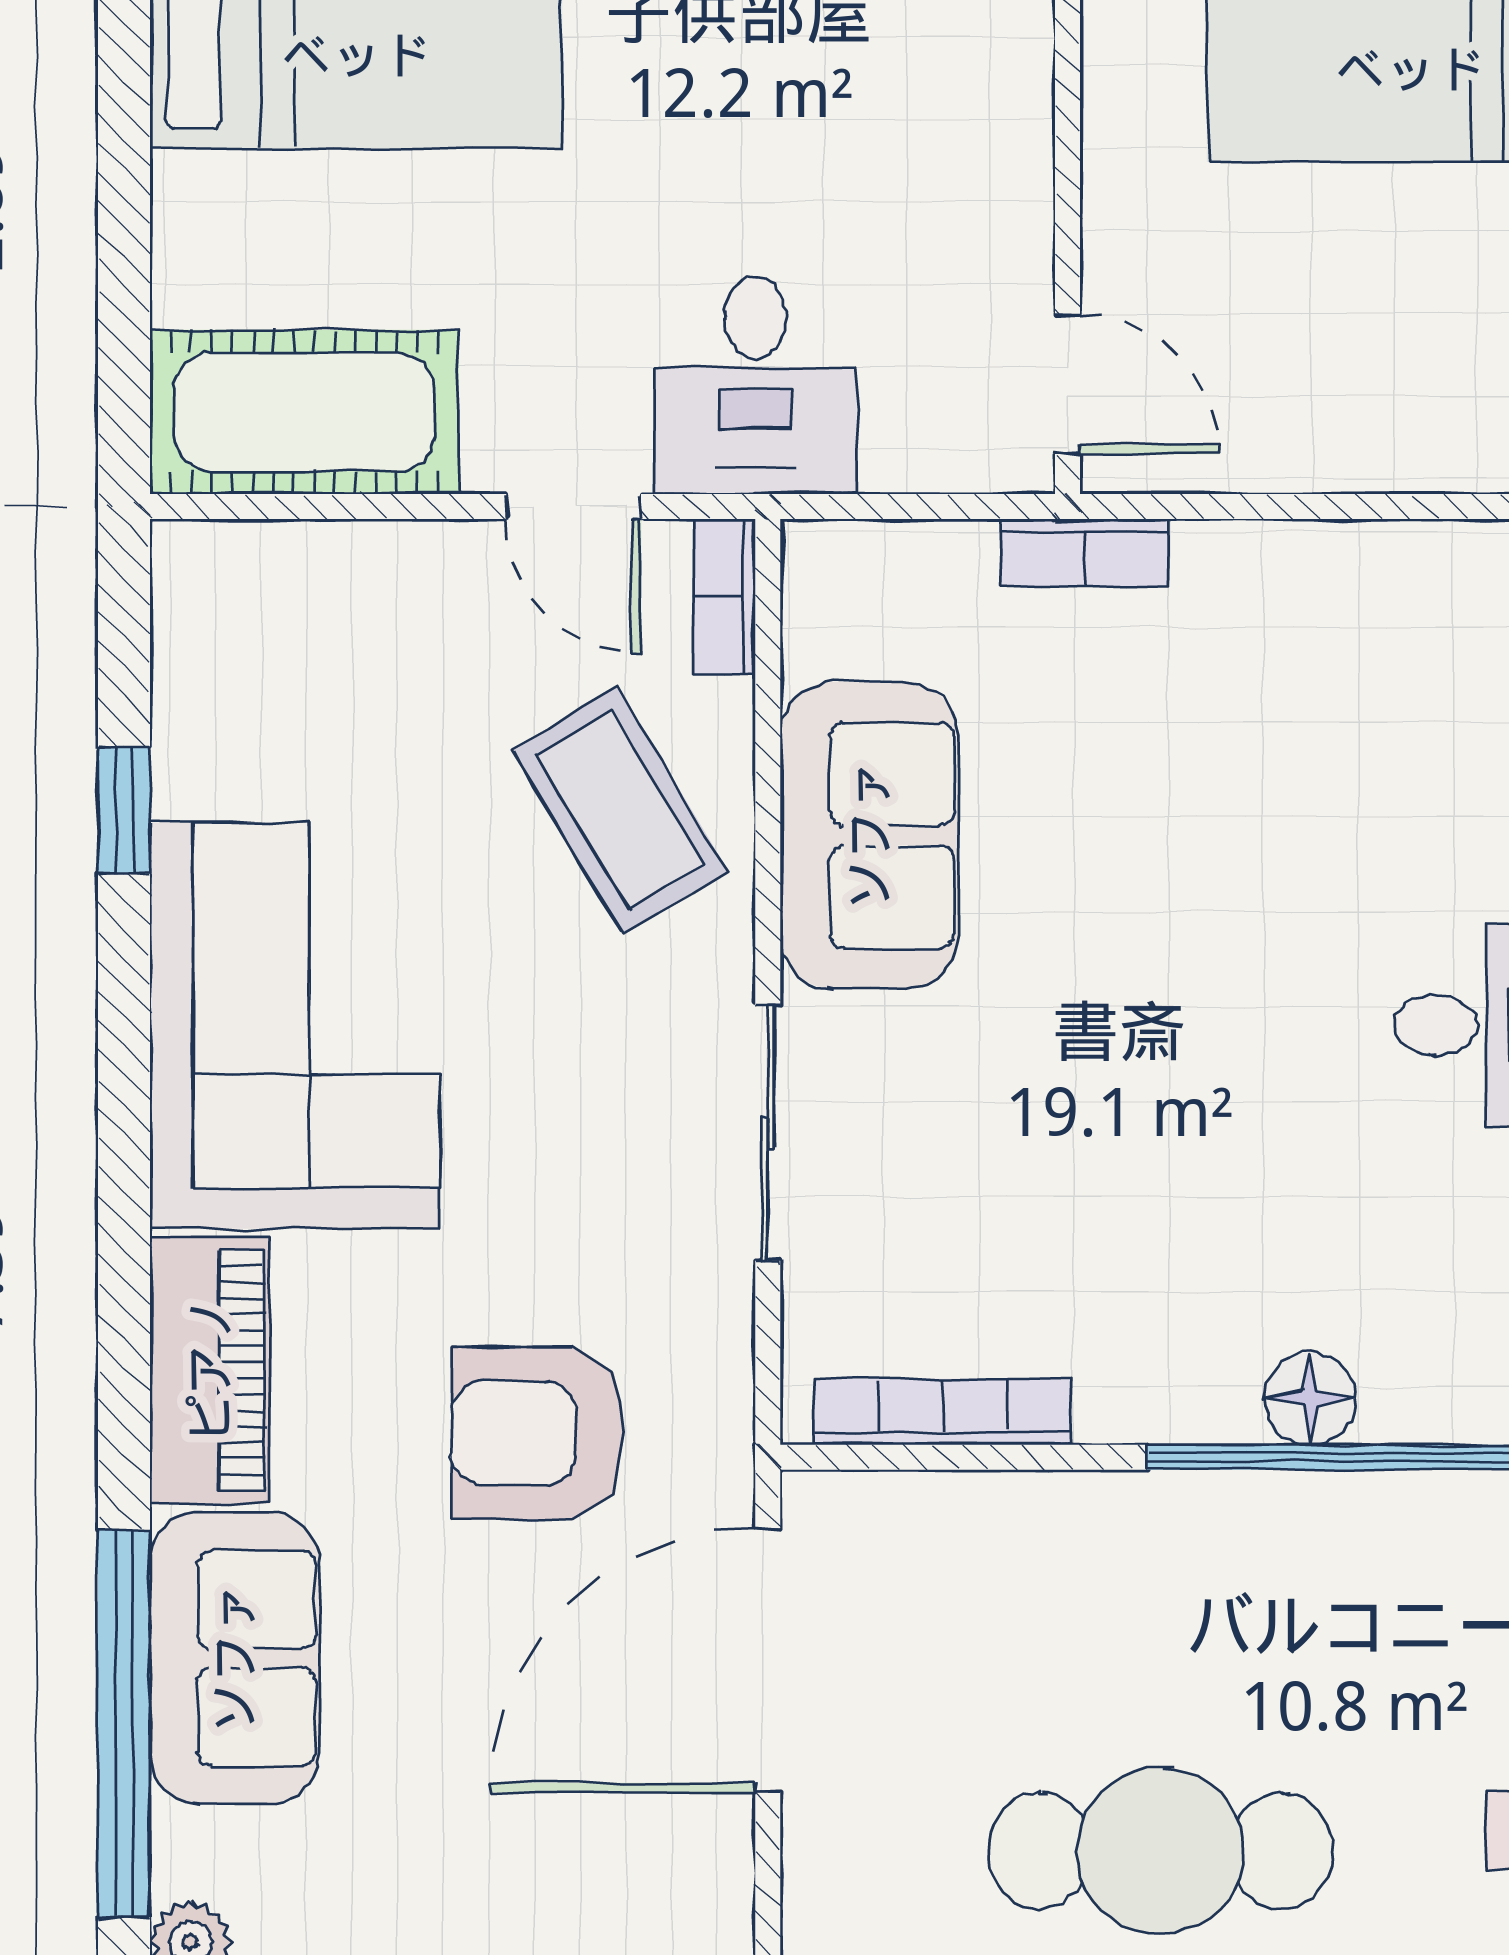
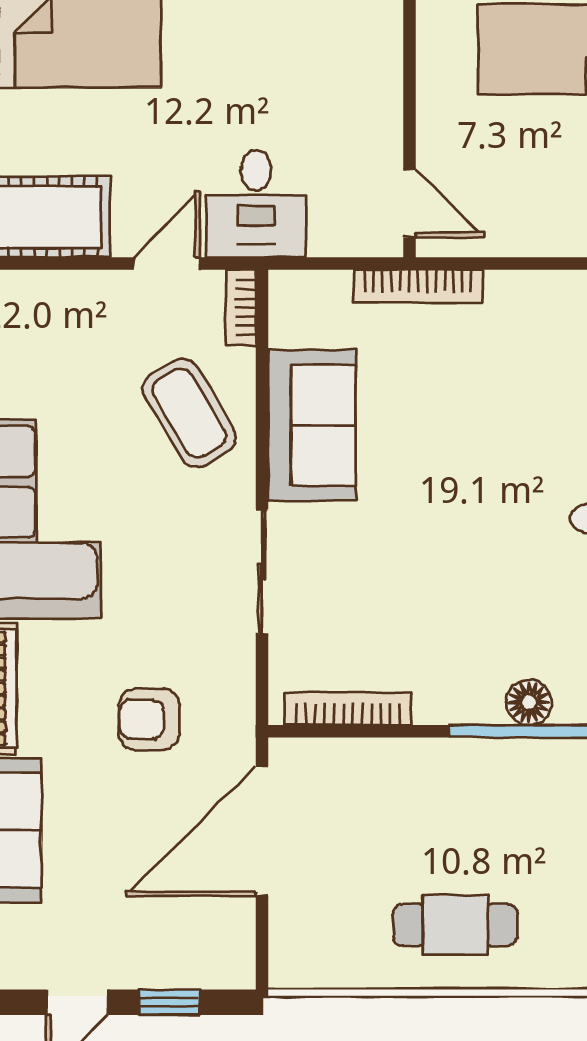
door: (574, 507) -> (166, 264), swing flipped
bookcase: (1085, 553) -> (418, 286), width x1.56
armchair: (538, 1433) -> (149, 719), width x0.72, depth x0.72
cafe table: (1160, 1851) -> (455, 925), width x0.73, depth x0.74

